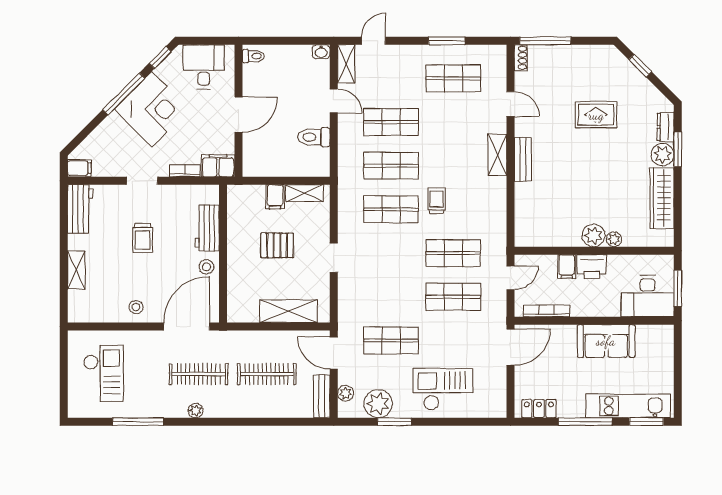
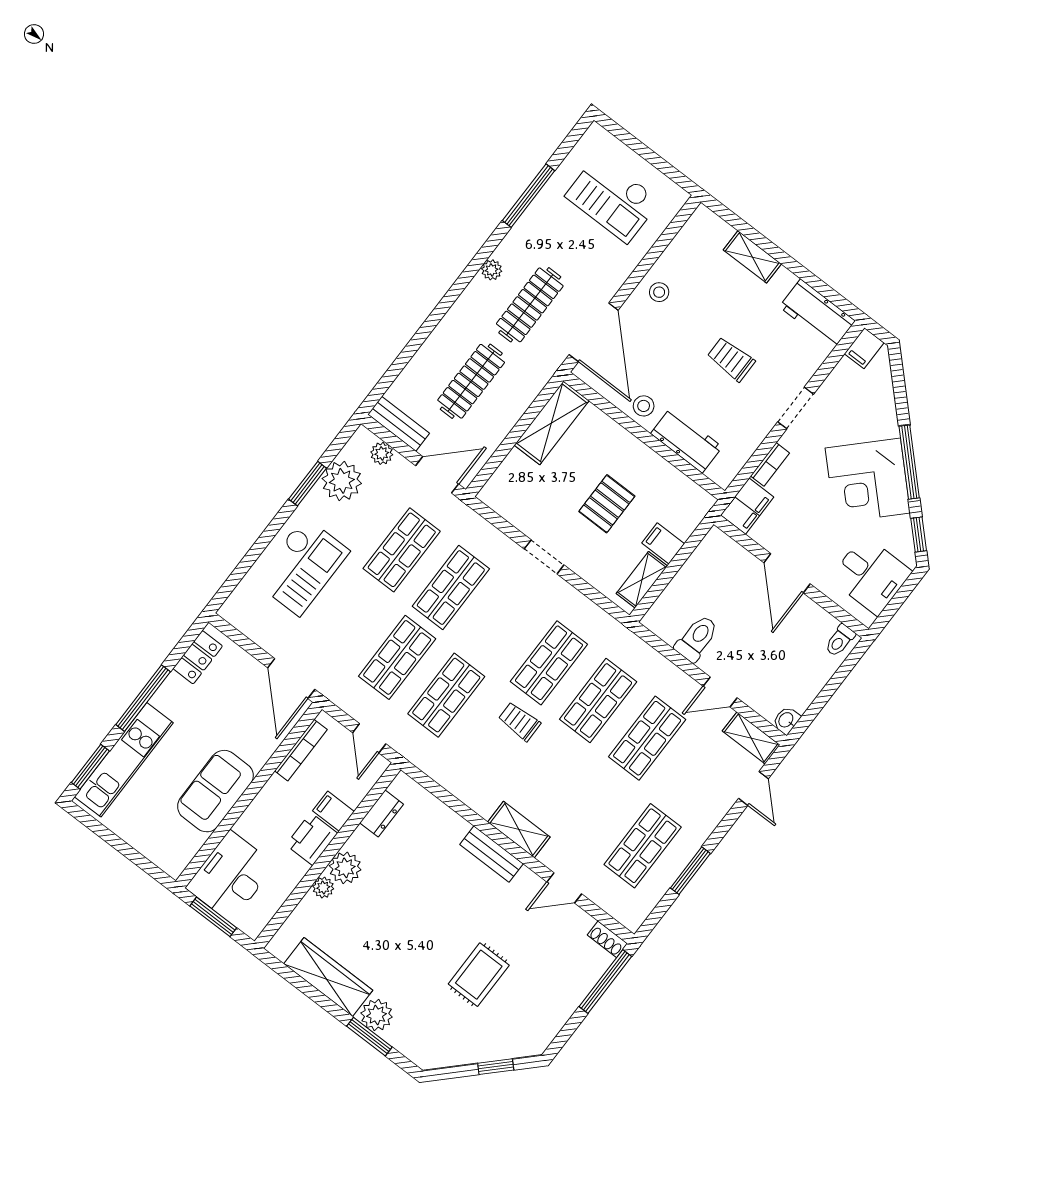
dresser: (665, 127) -> (381, 813), moved, turned 90
trolley: (437, 201) -> (519, 721), turned 180
shop shelf: (391, 297) -> (451, 588), added
shelving: (288, 311) -> (552, 423), moved

